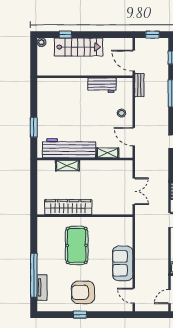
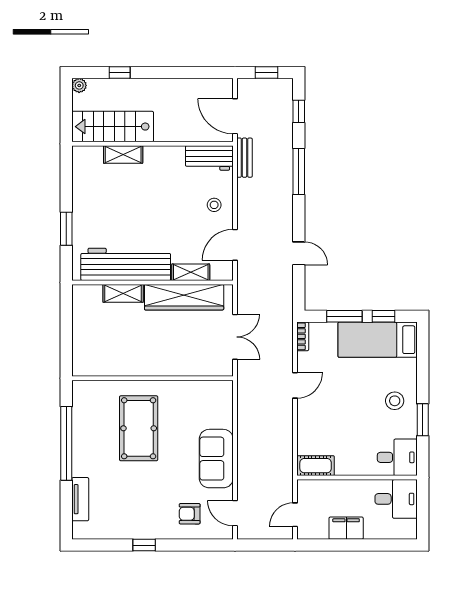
stairs: (79, 47) -> (113, 127), moved, turned 180
shelving: (67, 83) -> (123, 154), added
workbench: (102, 85) -> (209, 158), moved
door: (134, 137) -> (235, 245), hinge flipped
wardrobe: (68, 207) -> (184, 297), moved, turned 180
window: (34, 275) -> (66, 443), moved
armchair: (83, 292) -> (190, 514), moved, width x0.53, depth x0.53

